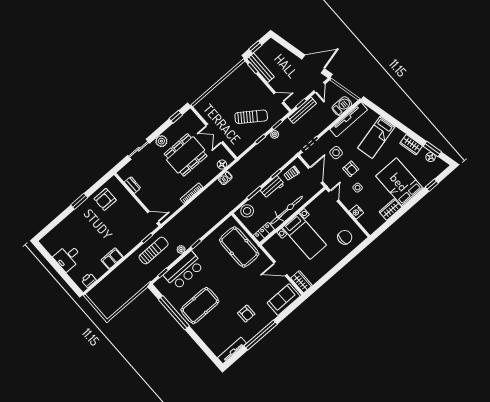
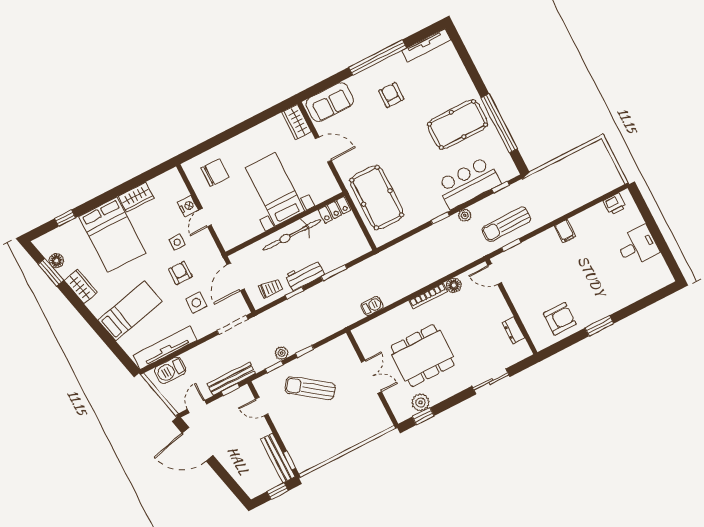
plant: (161, 141) -> (420, 402), moved
floor lamp: (222, 165) -> (454, 285), moved
door: (334, 196) -> (205, 218), moved
stool: (247, 211) -> (351, 249), removed
chair: (345, 237) -> (215, 173), turned 180
filing cabinet: (112, 259) -> (565, 231), width x0.50

